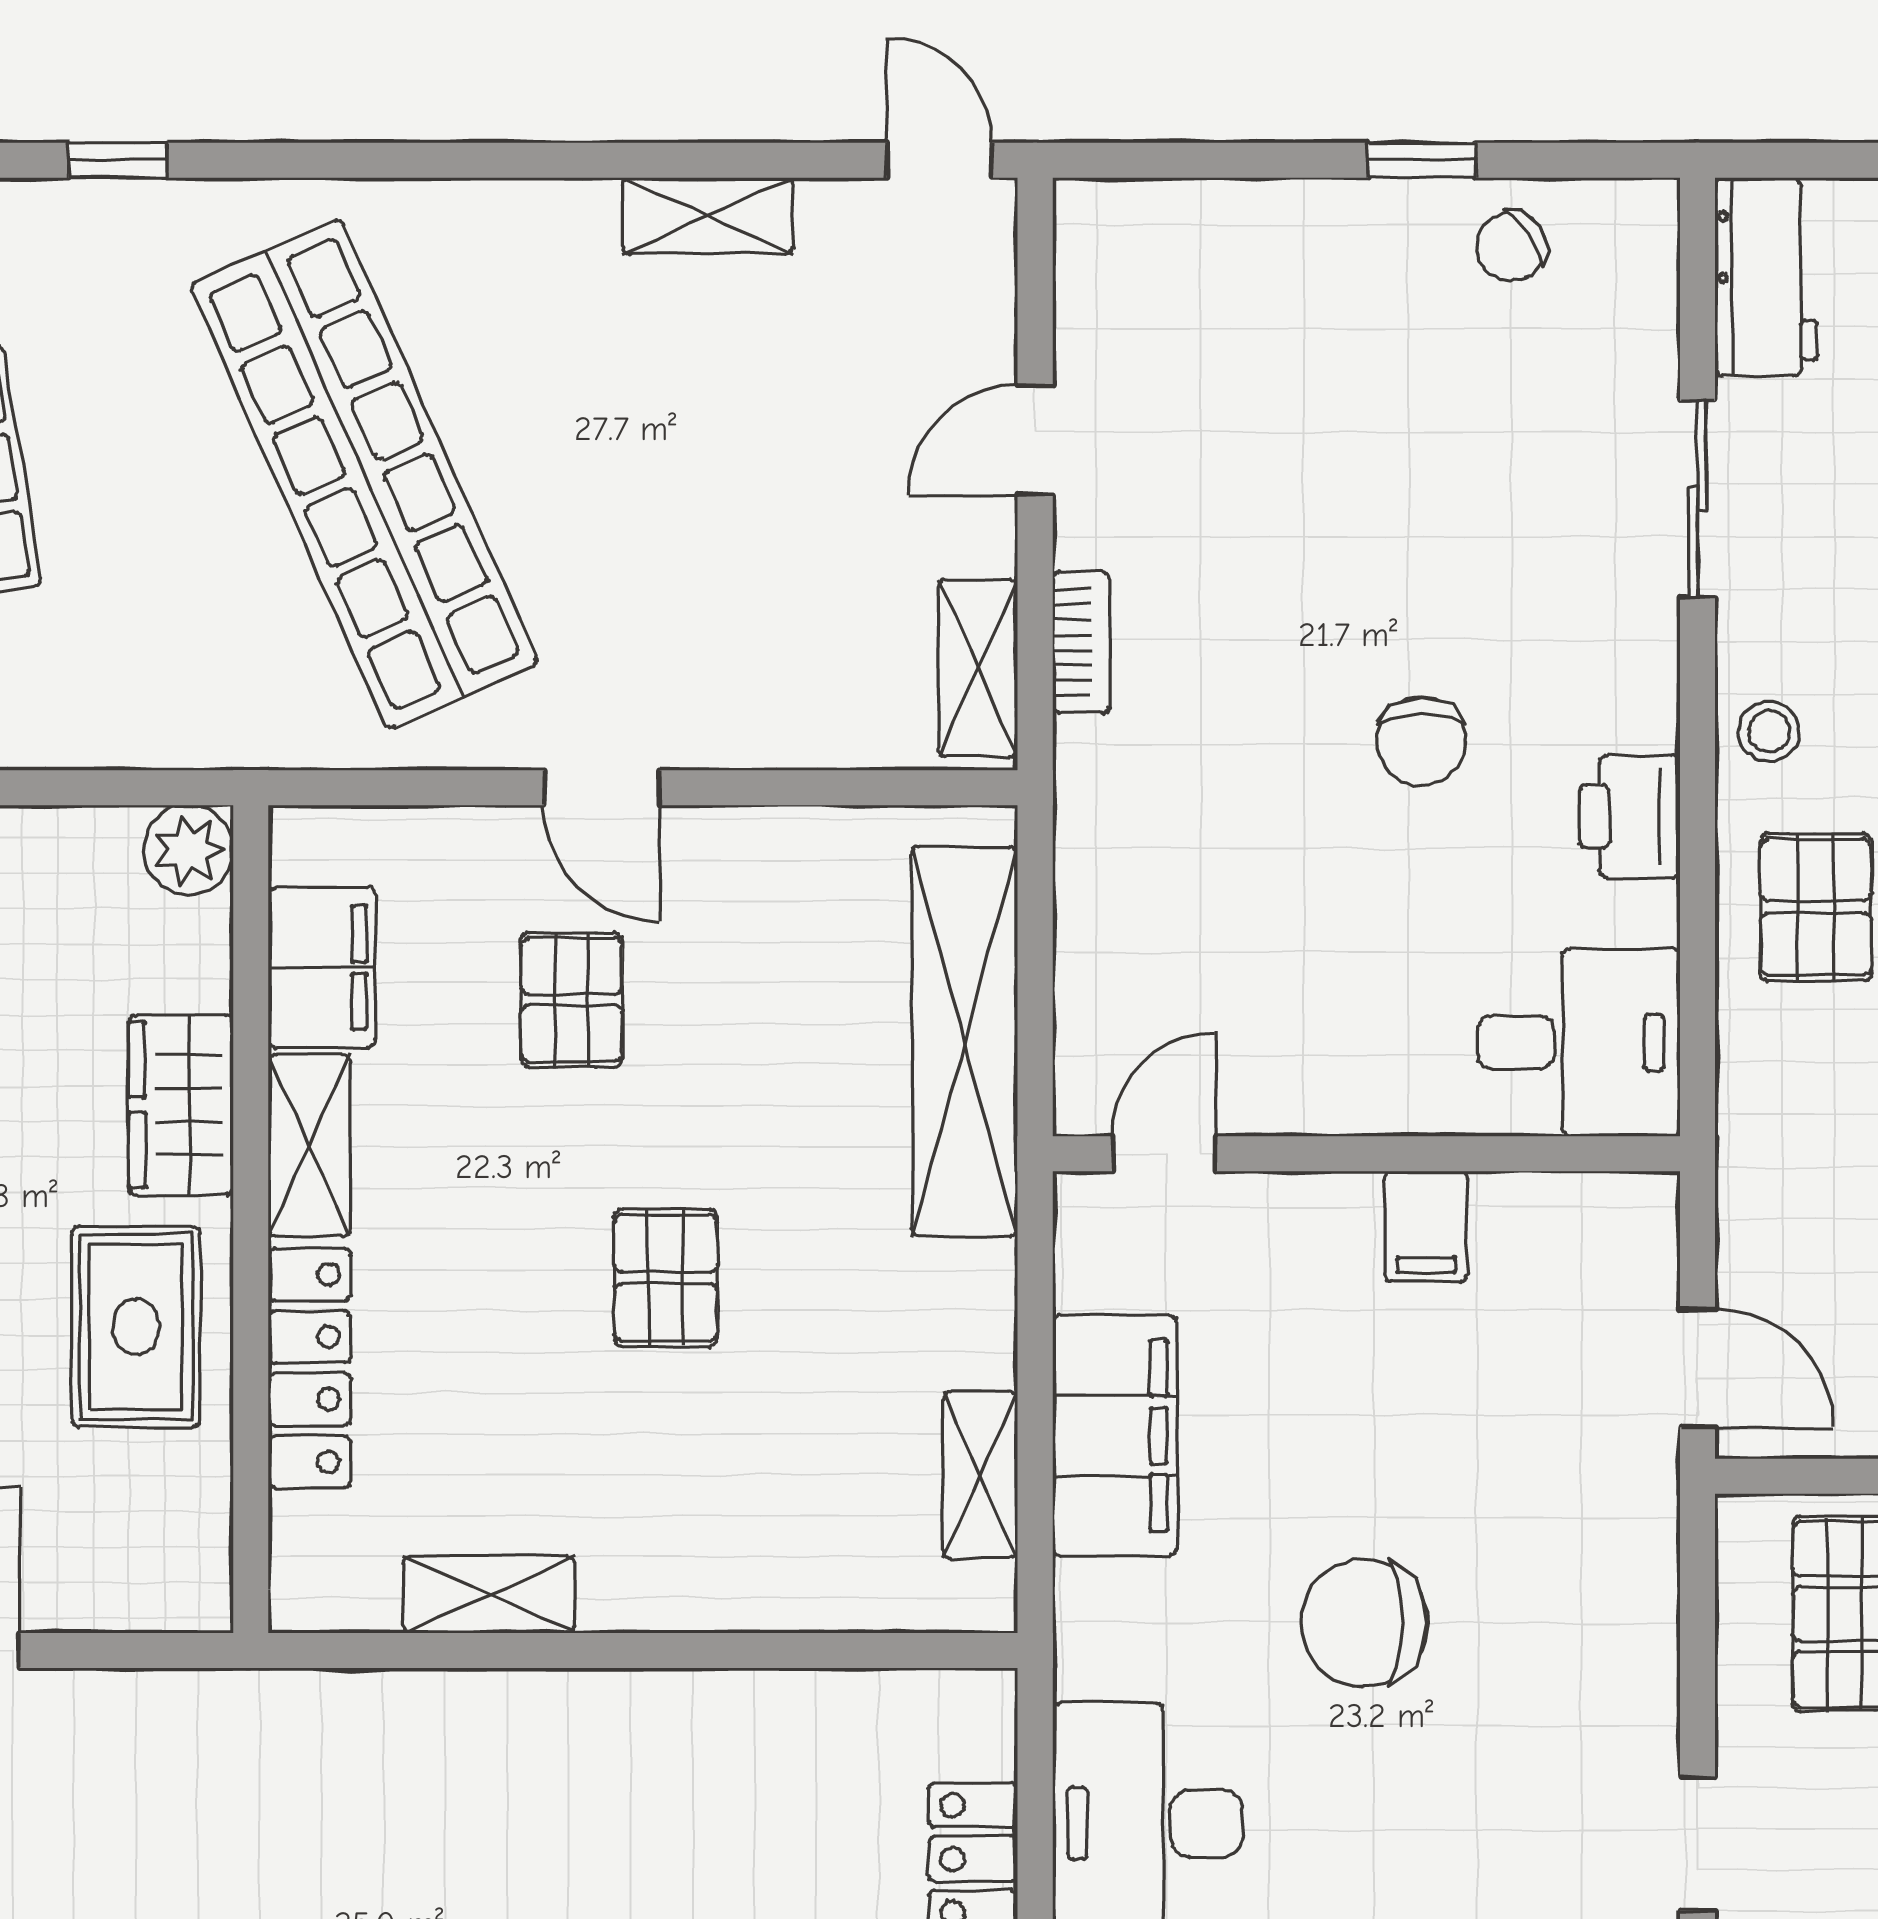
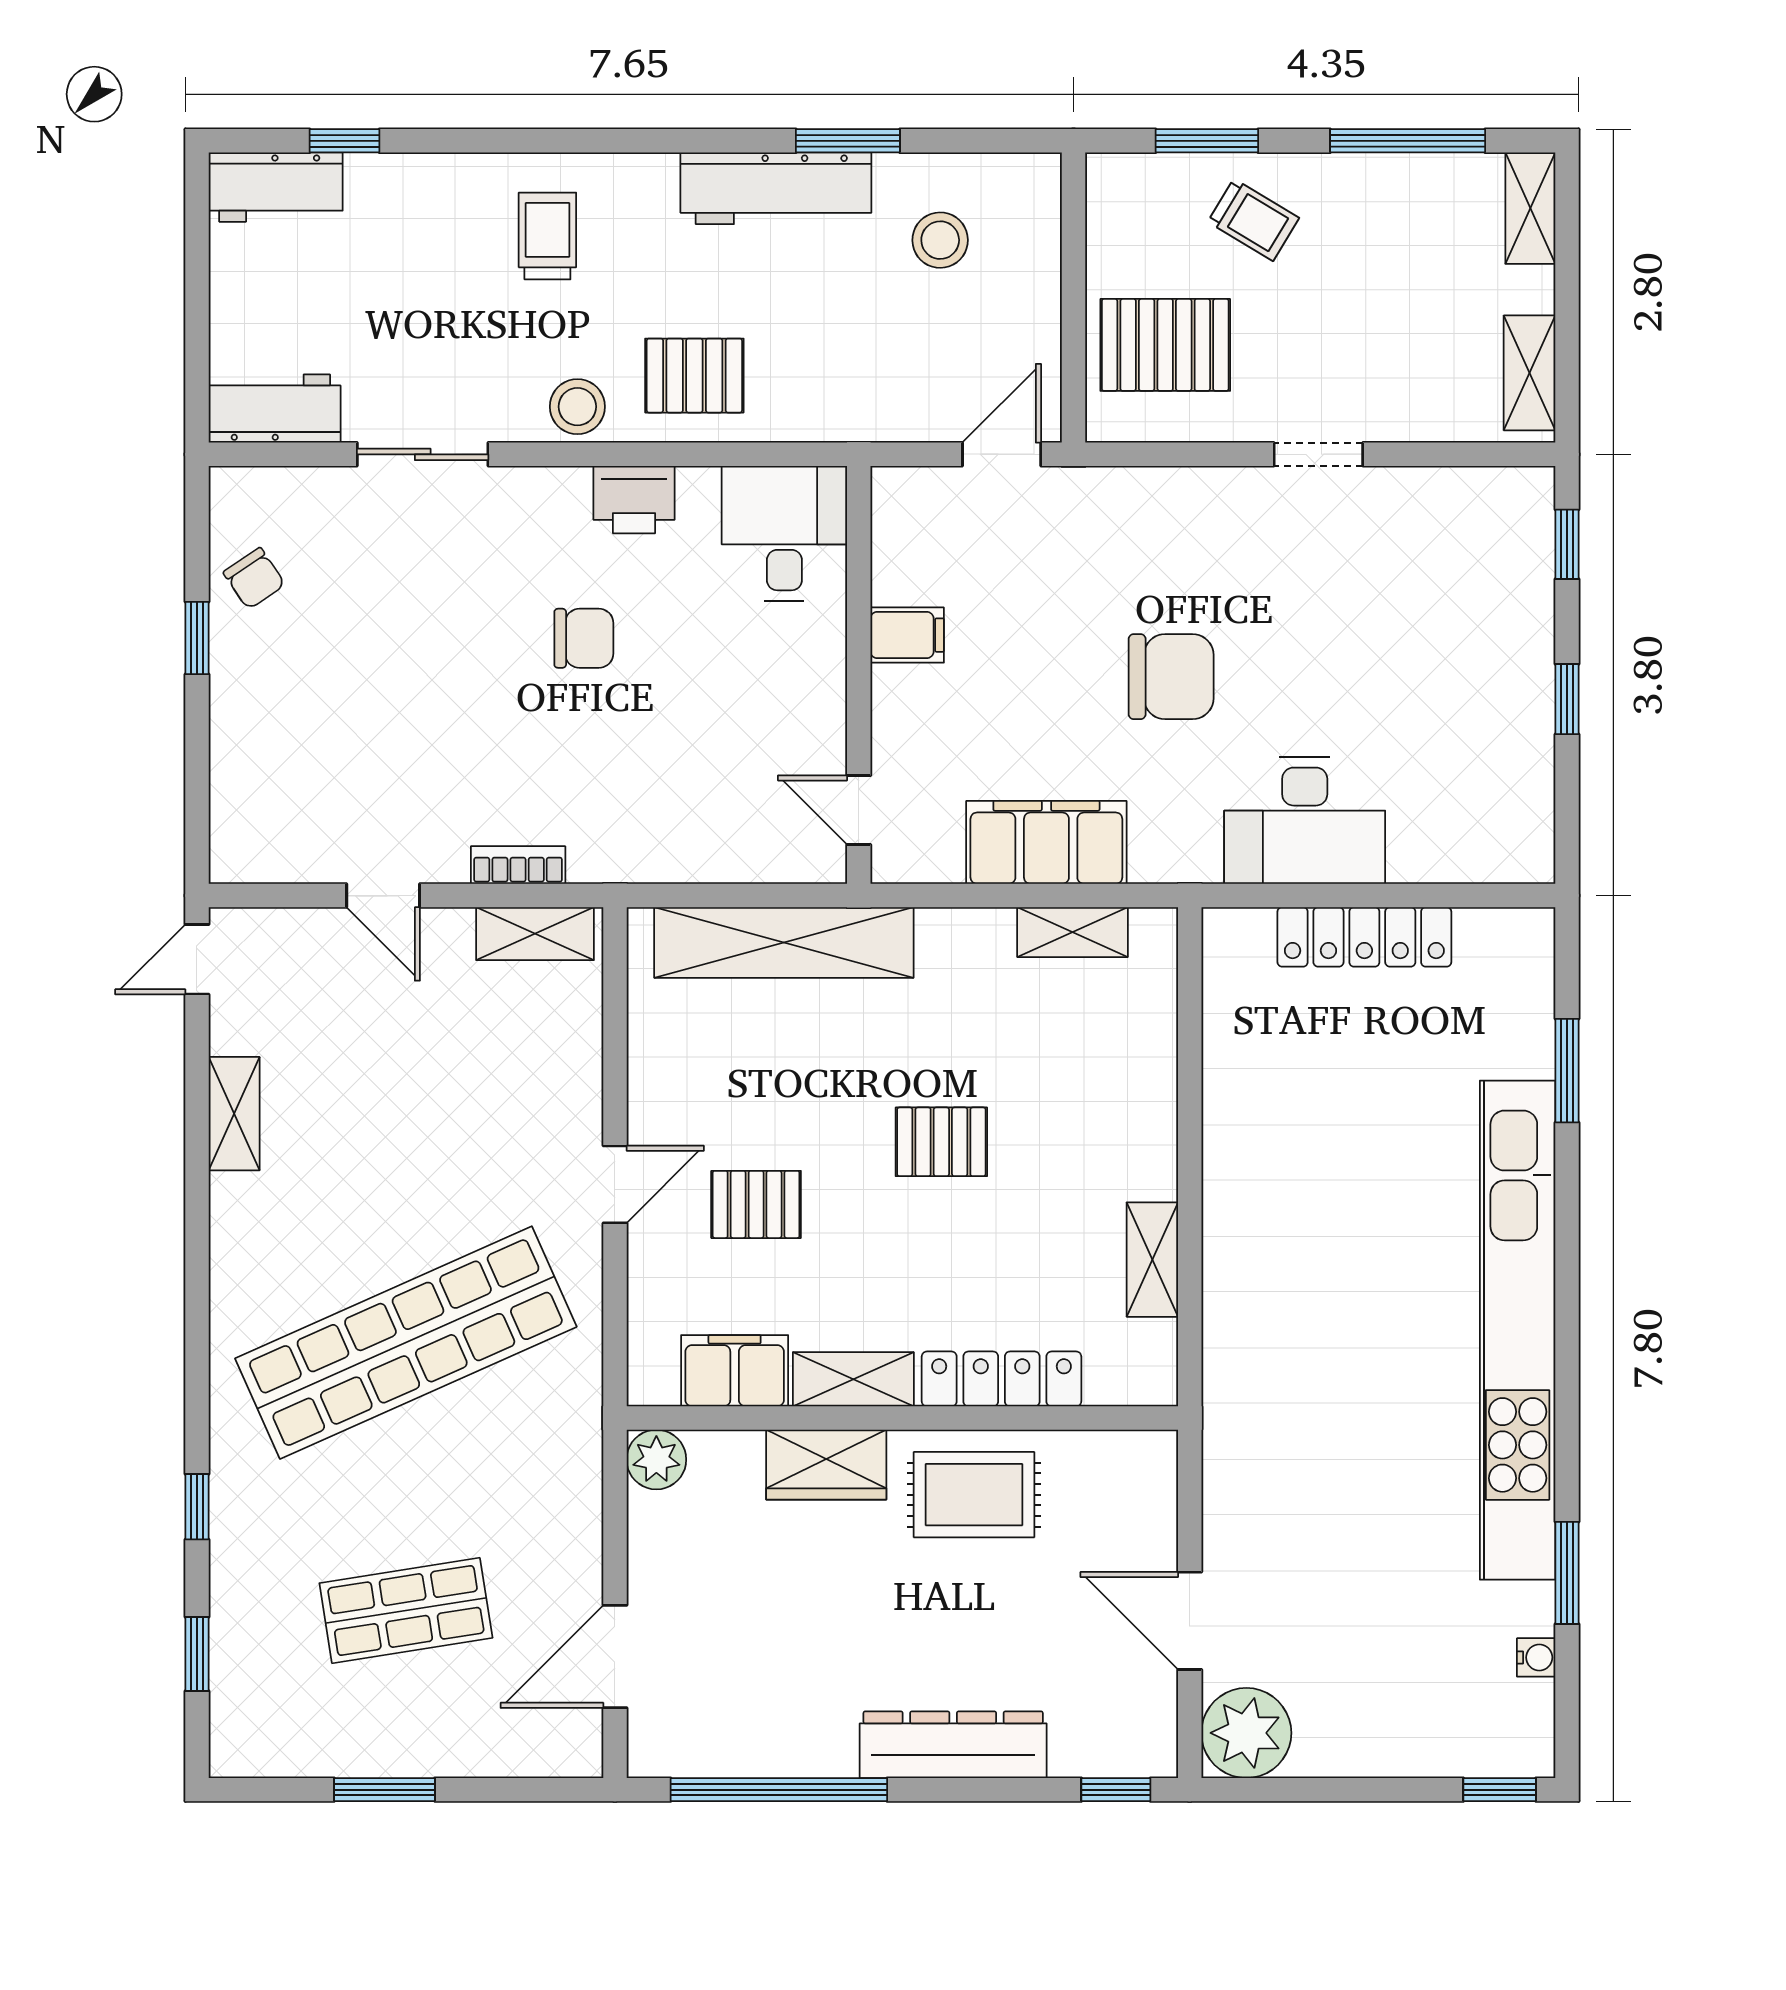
stool: (1769, 731) -> (577, 407), width x1.37, depth x1.37
chair: (1364, 1623) -> (1171, 677), turned -90

